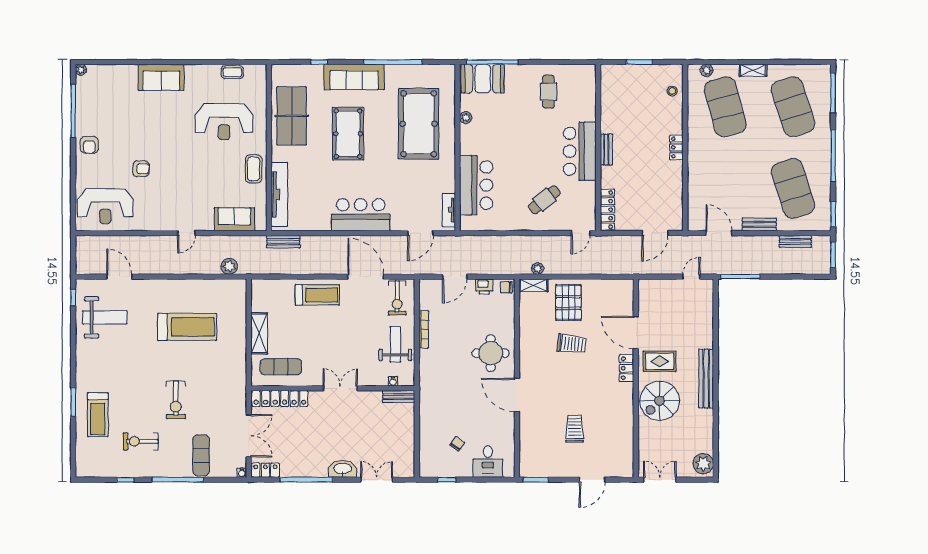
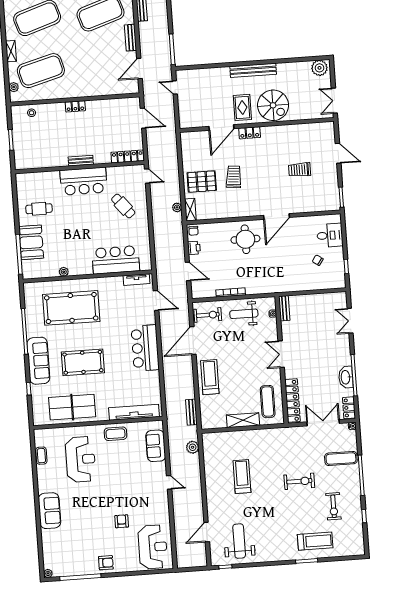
booth: (483, 79) -> (31, 242), moved
bench: (283, 242) -> (191, 412), moved
treadmill: (187, 327) -> (242, 477), width x0.73, depth x0.73
washbasin: (343, 469) -> (346, 377), moved

